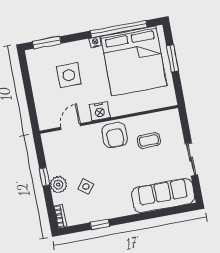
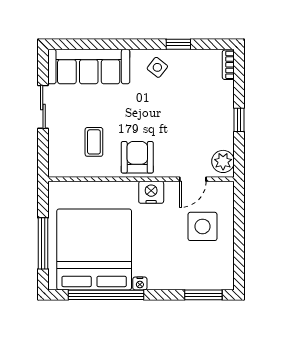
window: (172, 58) -> (43, 243), width x1.44
side table: (69, 75) -> (203, 226), moved
coffee table: (149, 140) -> (94, 142), turned 90
plant: (58, 185) -> (223, 161), moved
side table: (86, 187) -> (157, 67), moved

